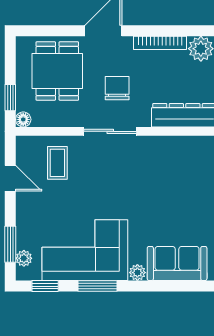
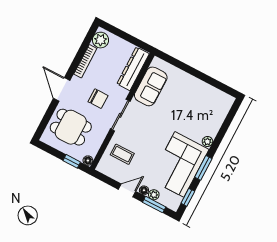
chair: (117, 88) -> (98, 99), turned 180
door: (10, 178) -> (127, 190), moved
floor lamp: (23, 220) -> (144, 190), added
plant: (24, 258) -> (154, 195), moved
sofa: (177, 263) -> (151, 86), moved, turned 180

